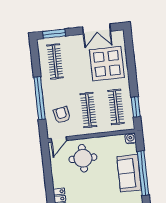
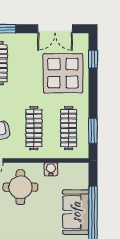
window: (129, 50) -> (93, 59), added
water cooler: (130, 138) -> (51, 169), moved

